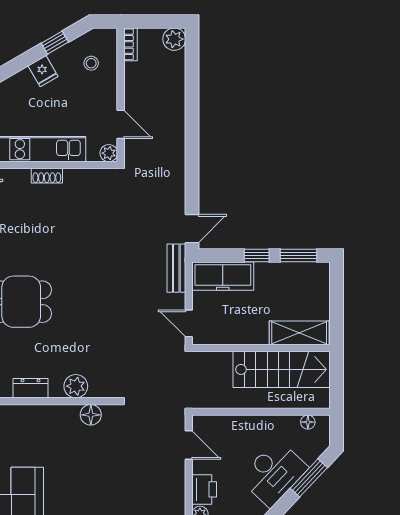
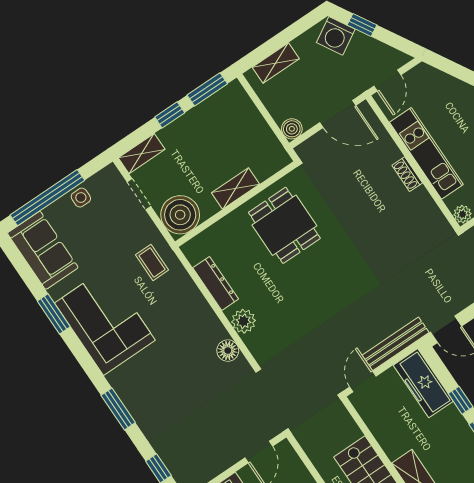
bench: (176, 268) -> (396, 344), width x1.36
dresser: (31, 388) -> (216, 283), width x1.44

